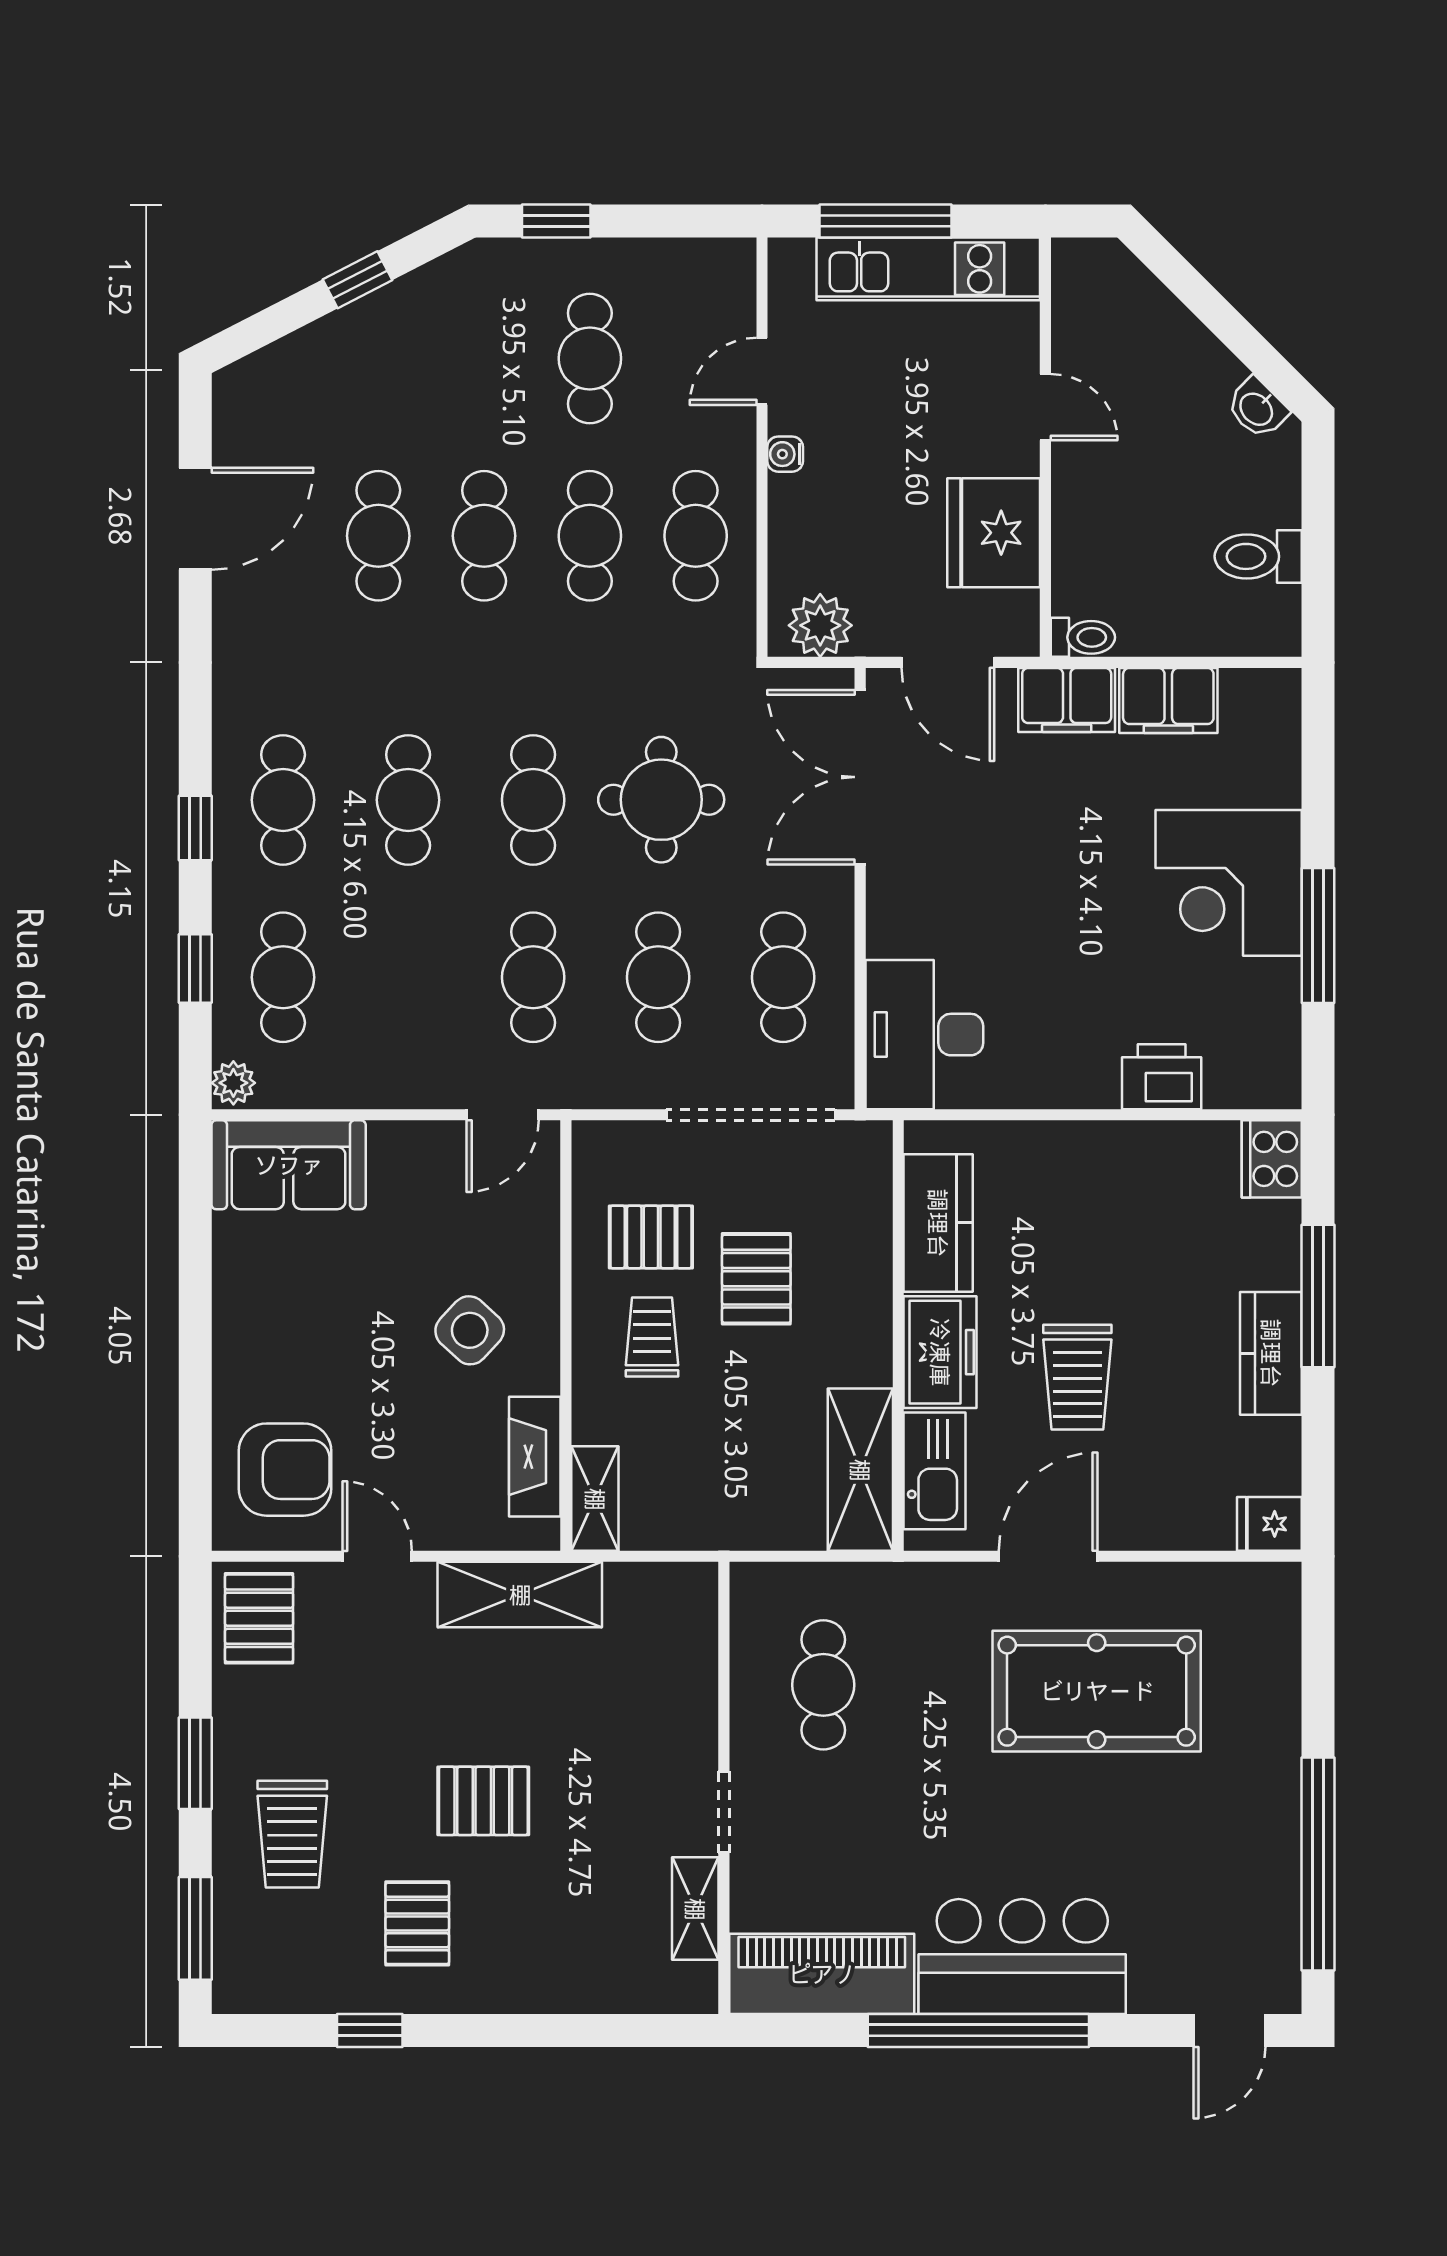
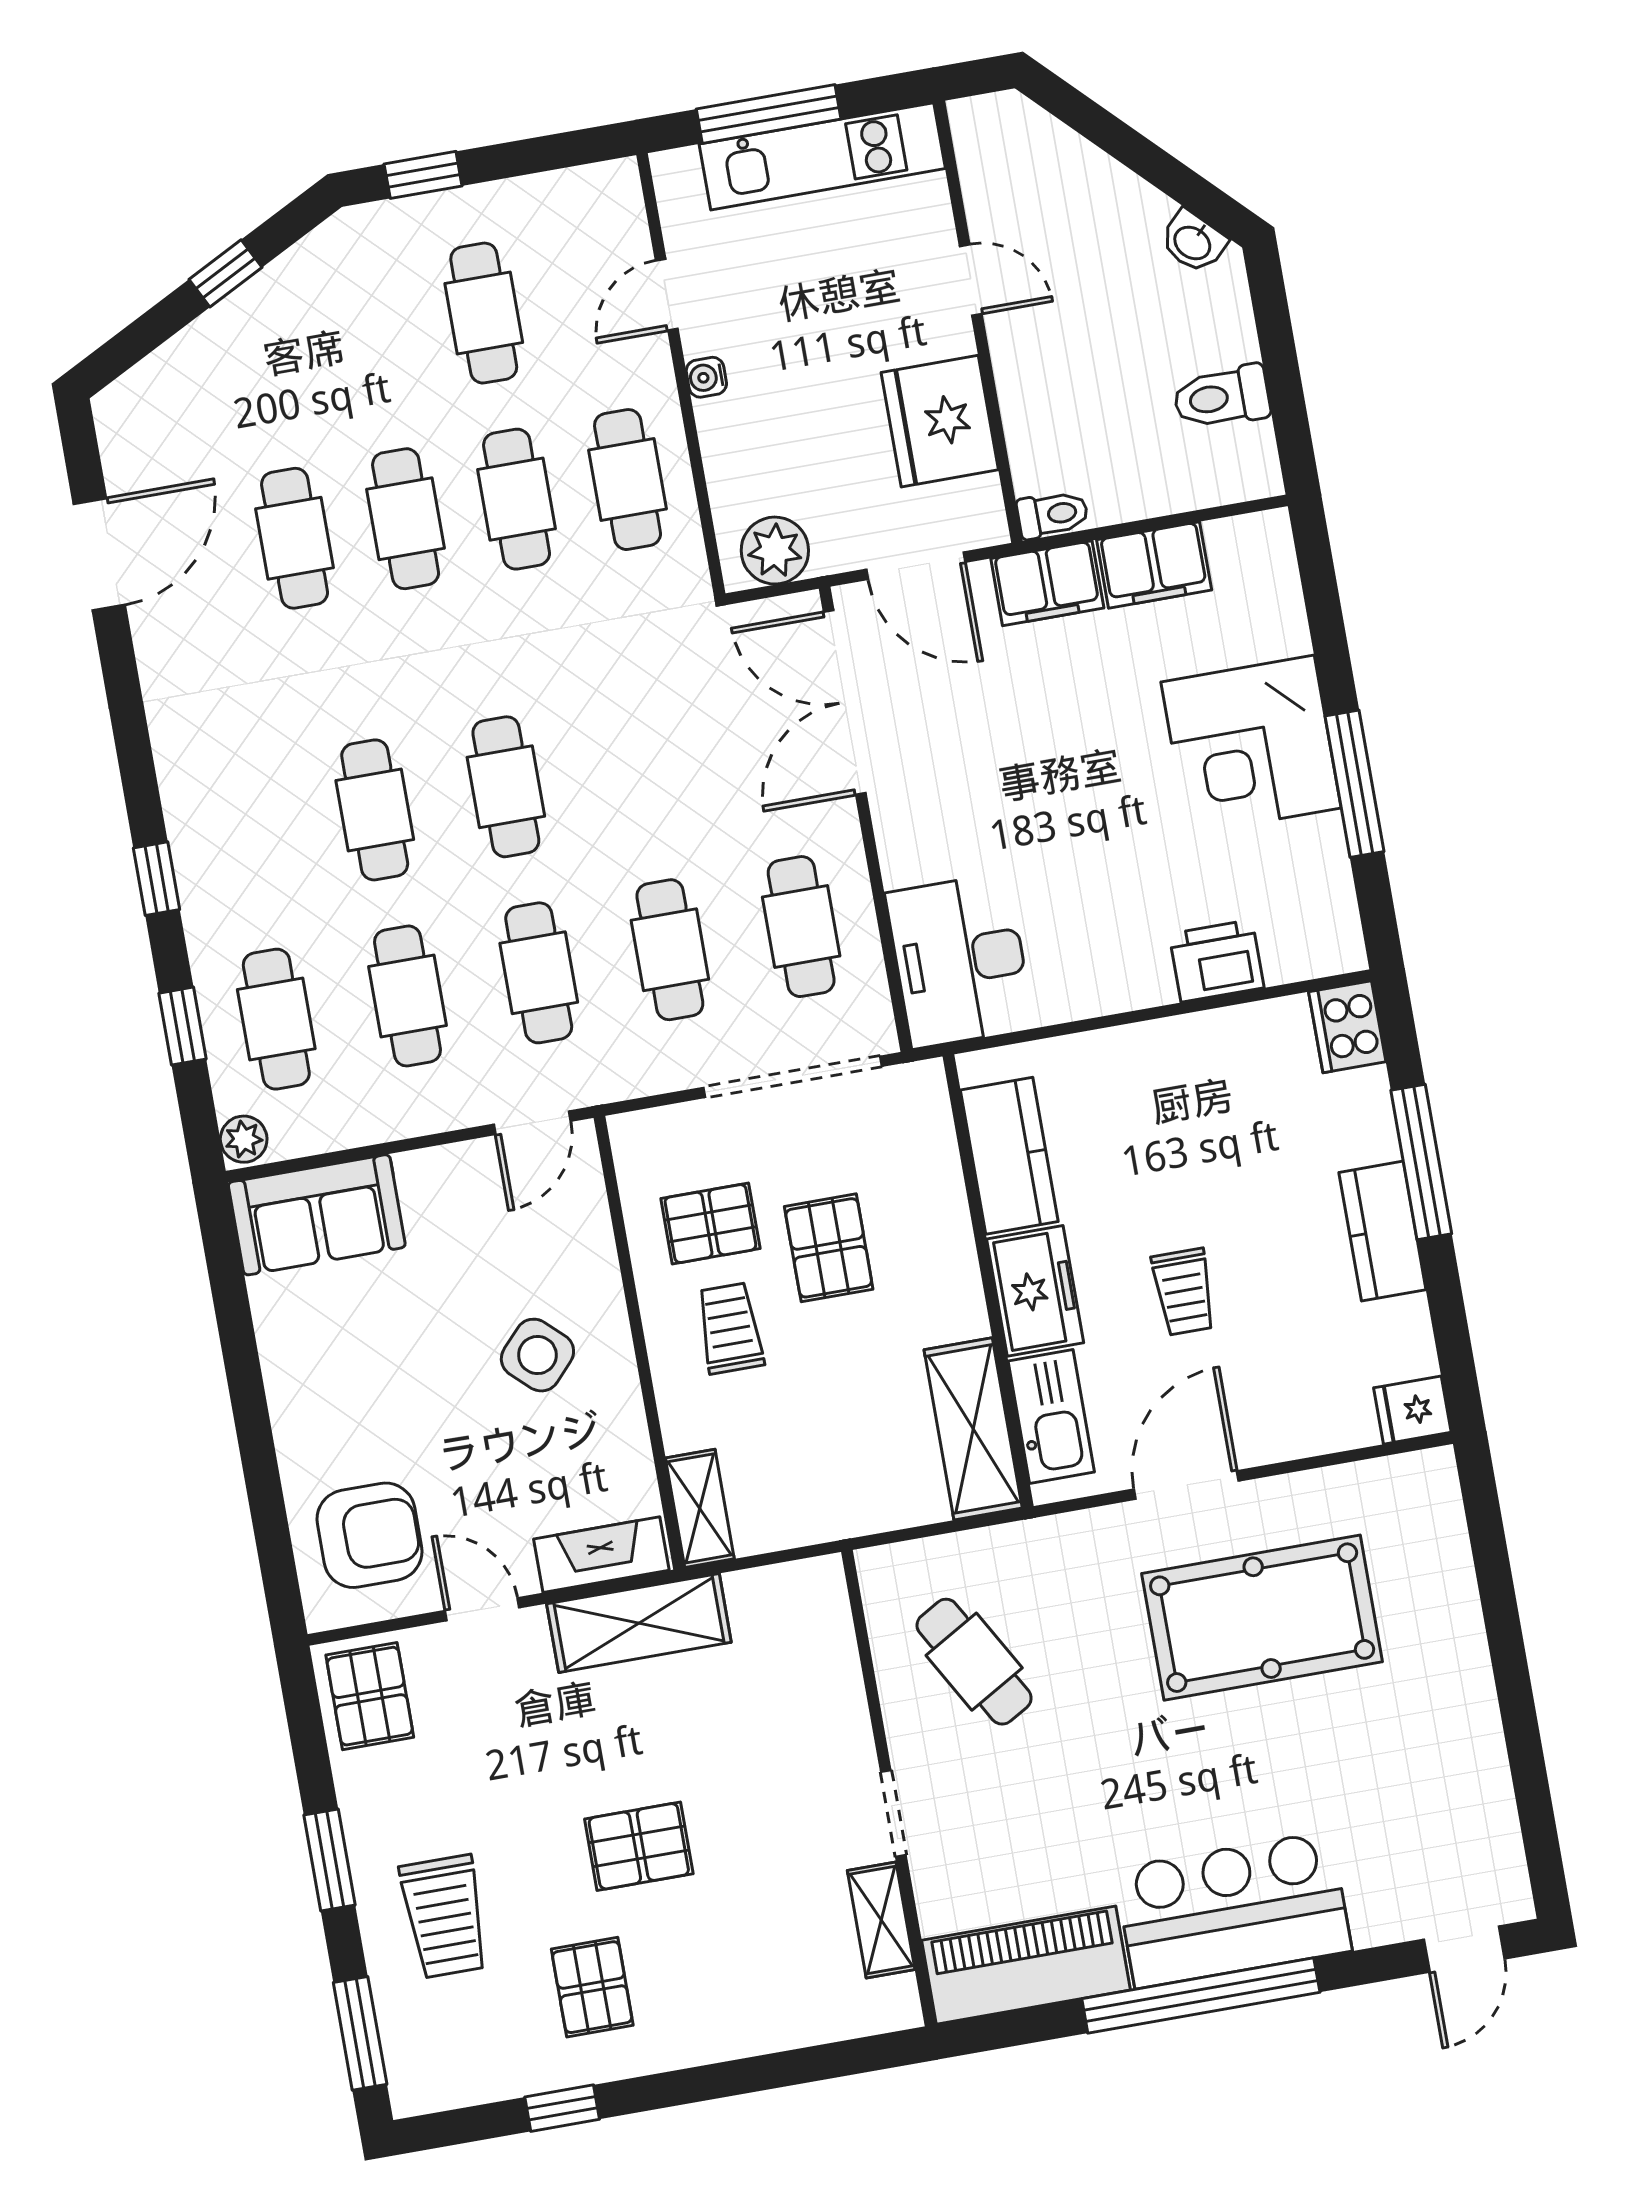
cafe table: (283, 800) -> (407, 996), moved
round table: (661, 800) -> (640, 763), removed
trolley: (1077, 1377) -> (1184, 1292), width x0.73, depth x0.72
fireplace: (535, 1457) -> (601, 1555), moved, turned 90
cafe table: (823, 1685) -> (974, 1662), turned -30
window: (1318, 1864) -> (1526, 1758), removed

